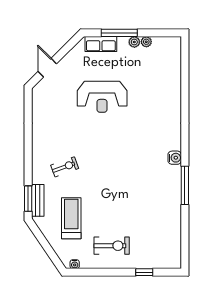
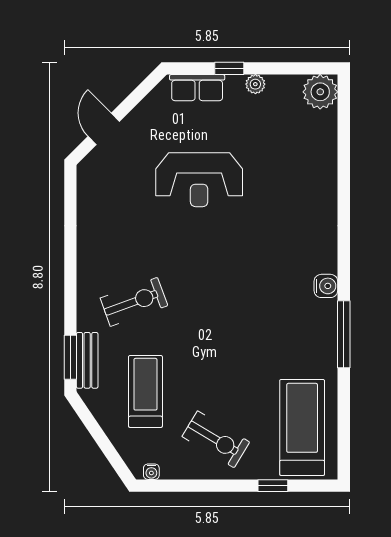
window: (119, 33) -> (229, 68), width x0.46
plant: (146, 42) -> (320, 92), moved, width x1.88, depth x1.88
exercise bike: (65, 167) -> (134, 302), width x1.38, depth x1.39
treadmill: (161, 239) -> (302, 427), added
exercise bike: (112, 246) -> (216, 439), turned 31

